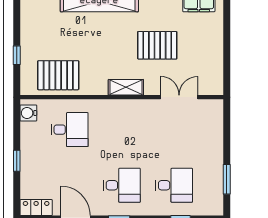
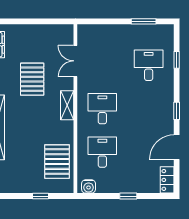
desk: (122, 185) -> (102, 109), moved

